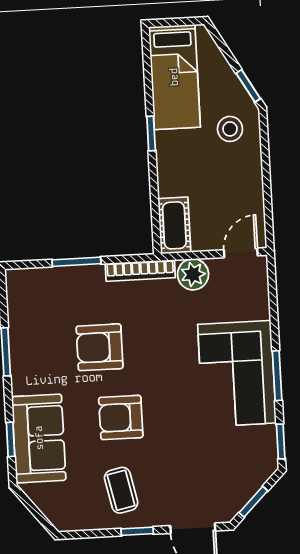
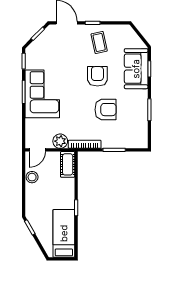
stool: (230, 129) -> (32, 177), moved
armchair: (121, 417) -> (97, 76), turned -90

